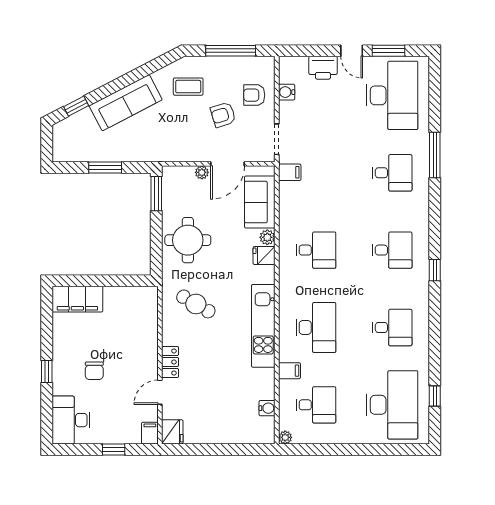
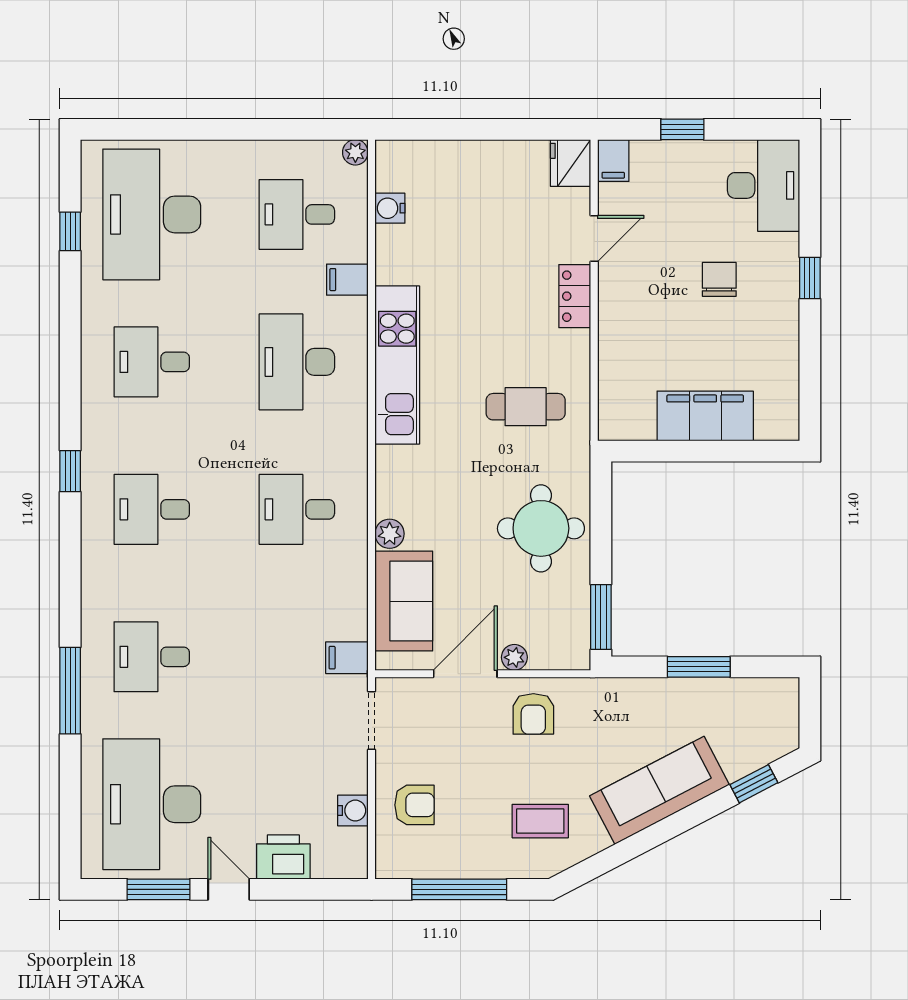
armchair: (223, 115) -> (533, 714), moved, turned 107
fridge: (264, 256) -> (396, 499), removed
filing cabinet: (77, 299) -> (705, 416), moved
cafe table: (196, 304) -> (526, 407), turned -30

